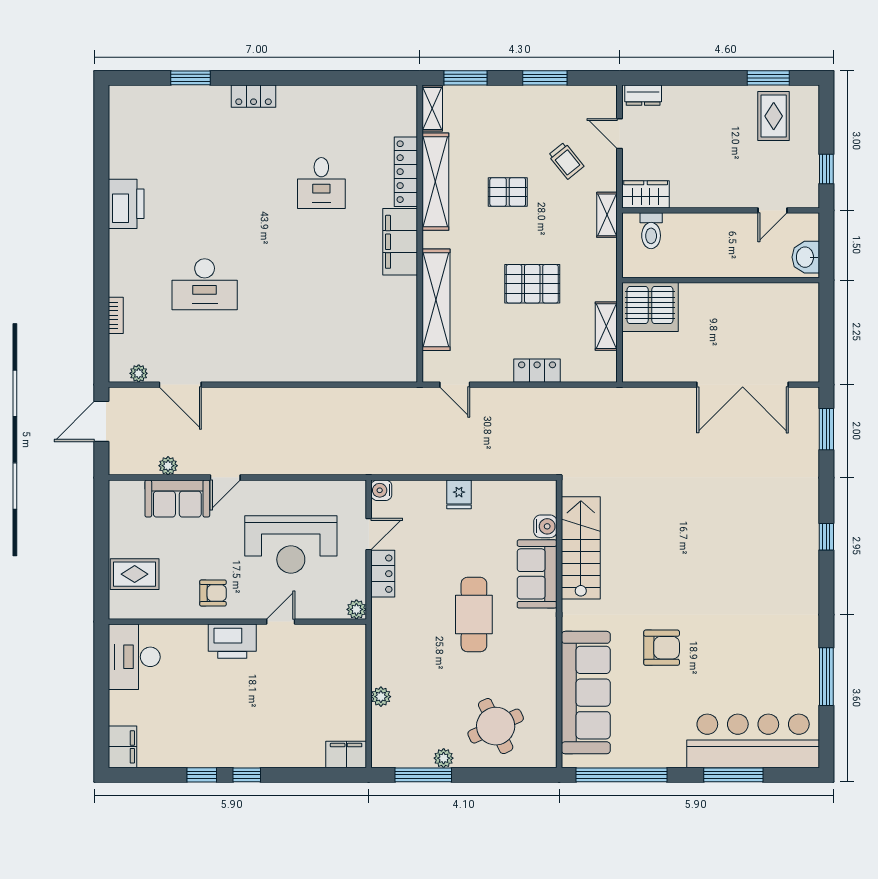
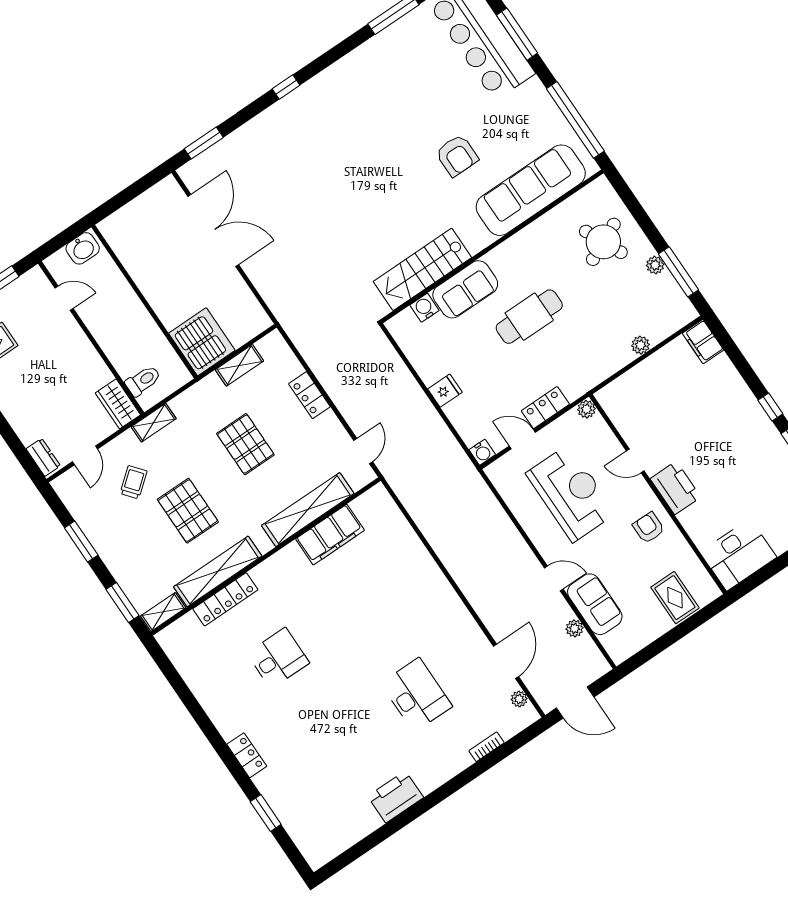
pallet: (508, 192) -> (188, 511), width x1.50, depth x1.42
filing cabinet: (400, 242) -> (330, 535), moved
armchair: (662, 648) -> (457, 156), turned 180

